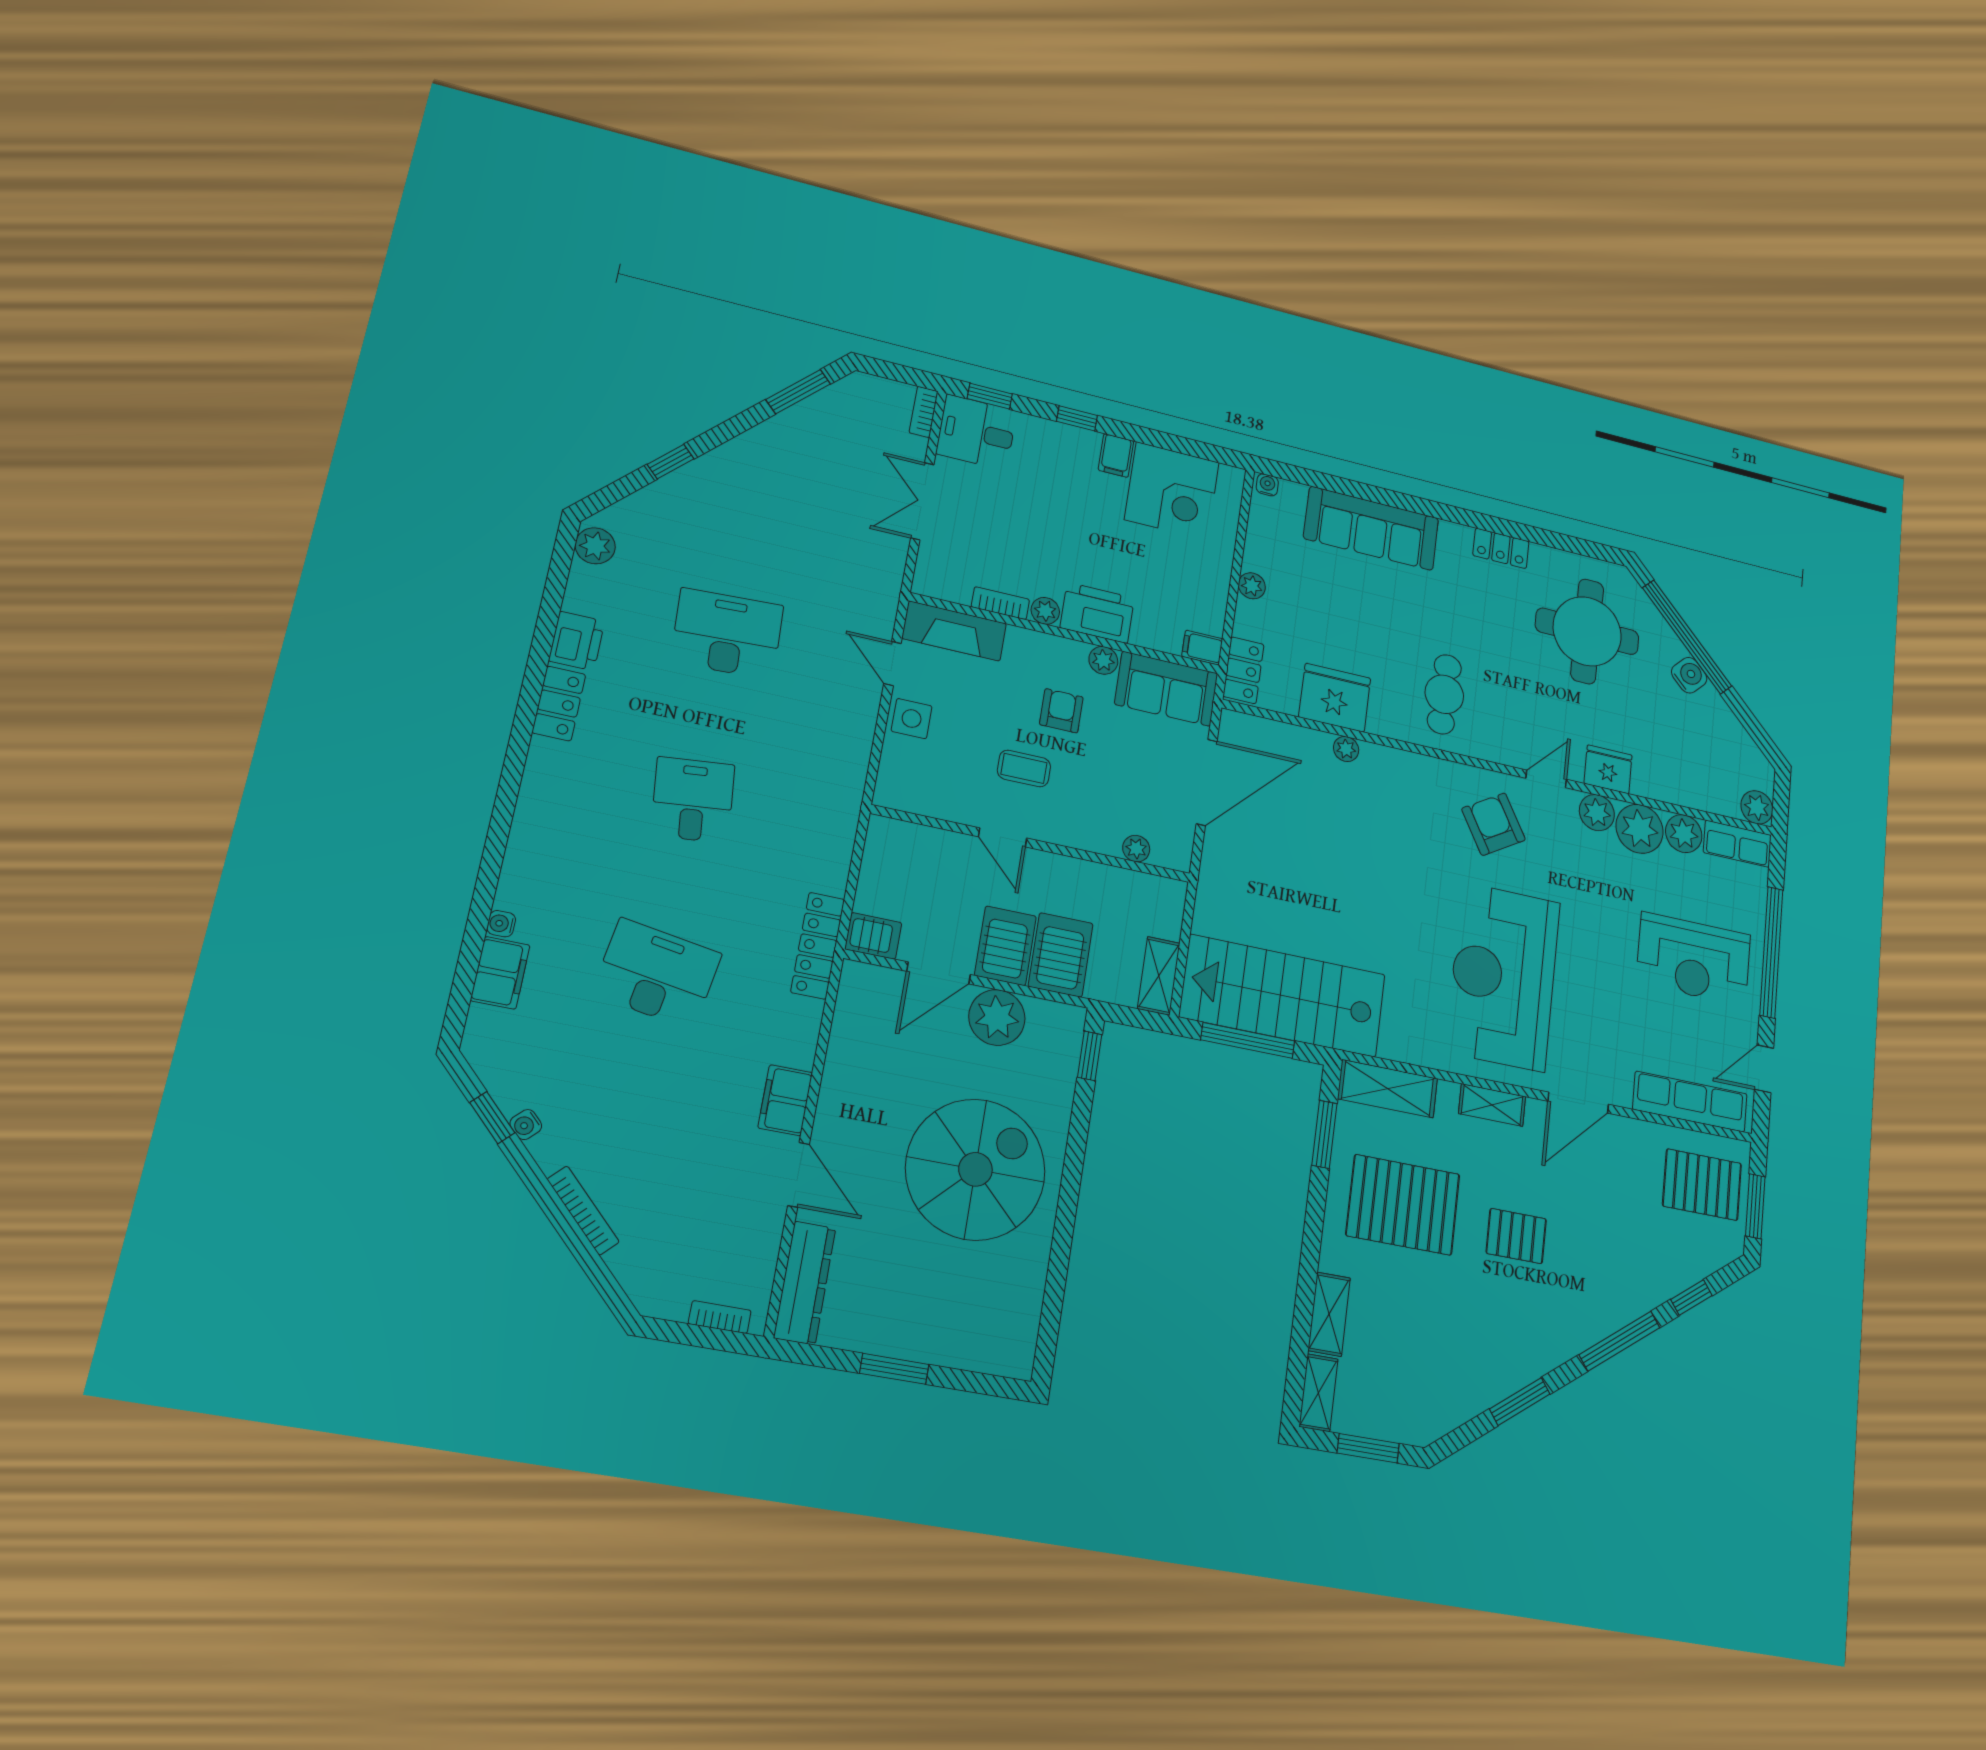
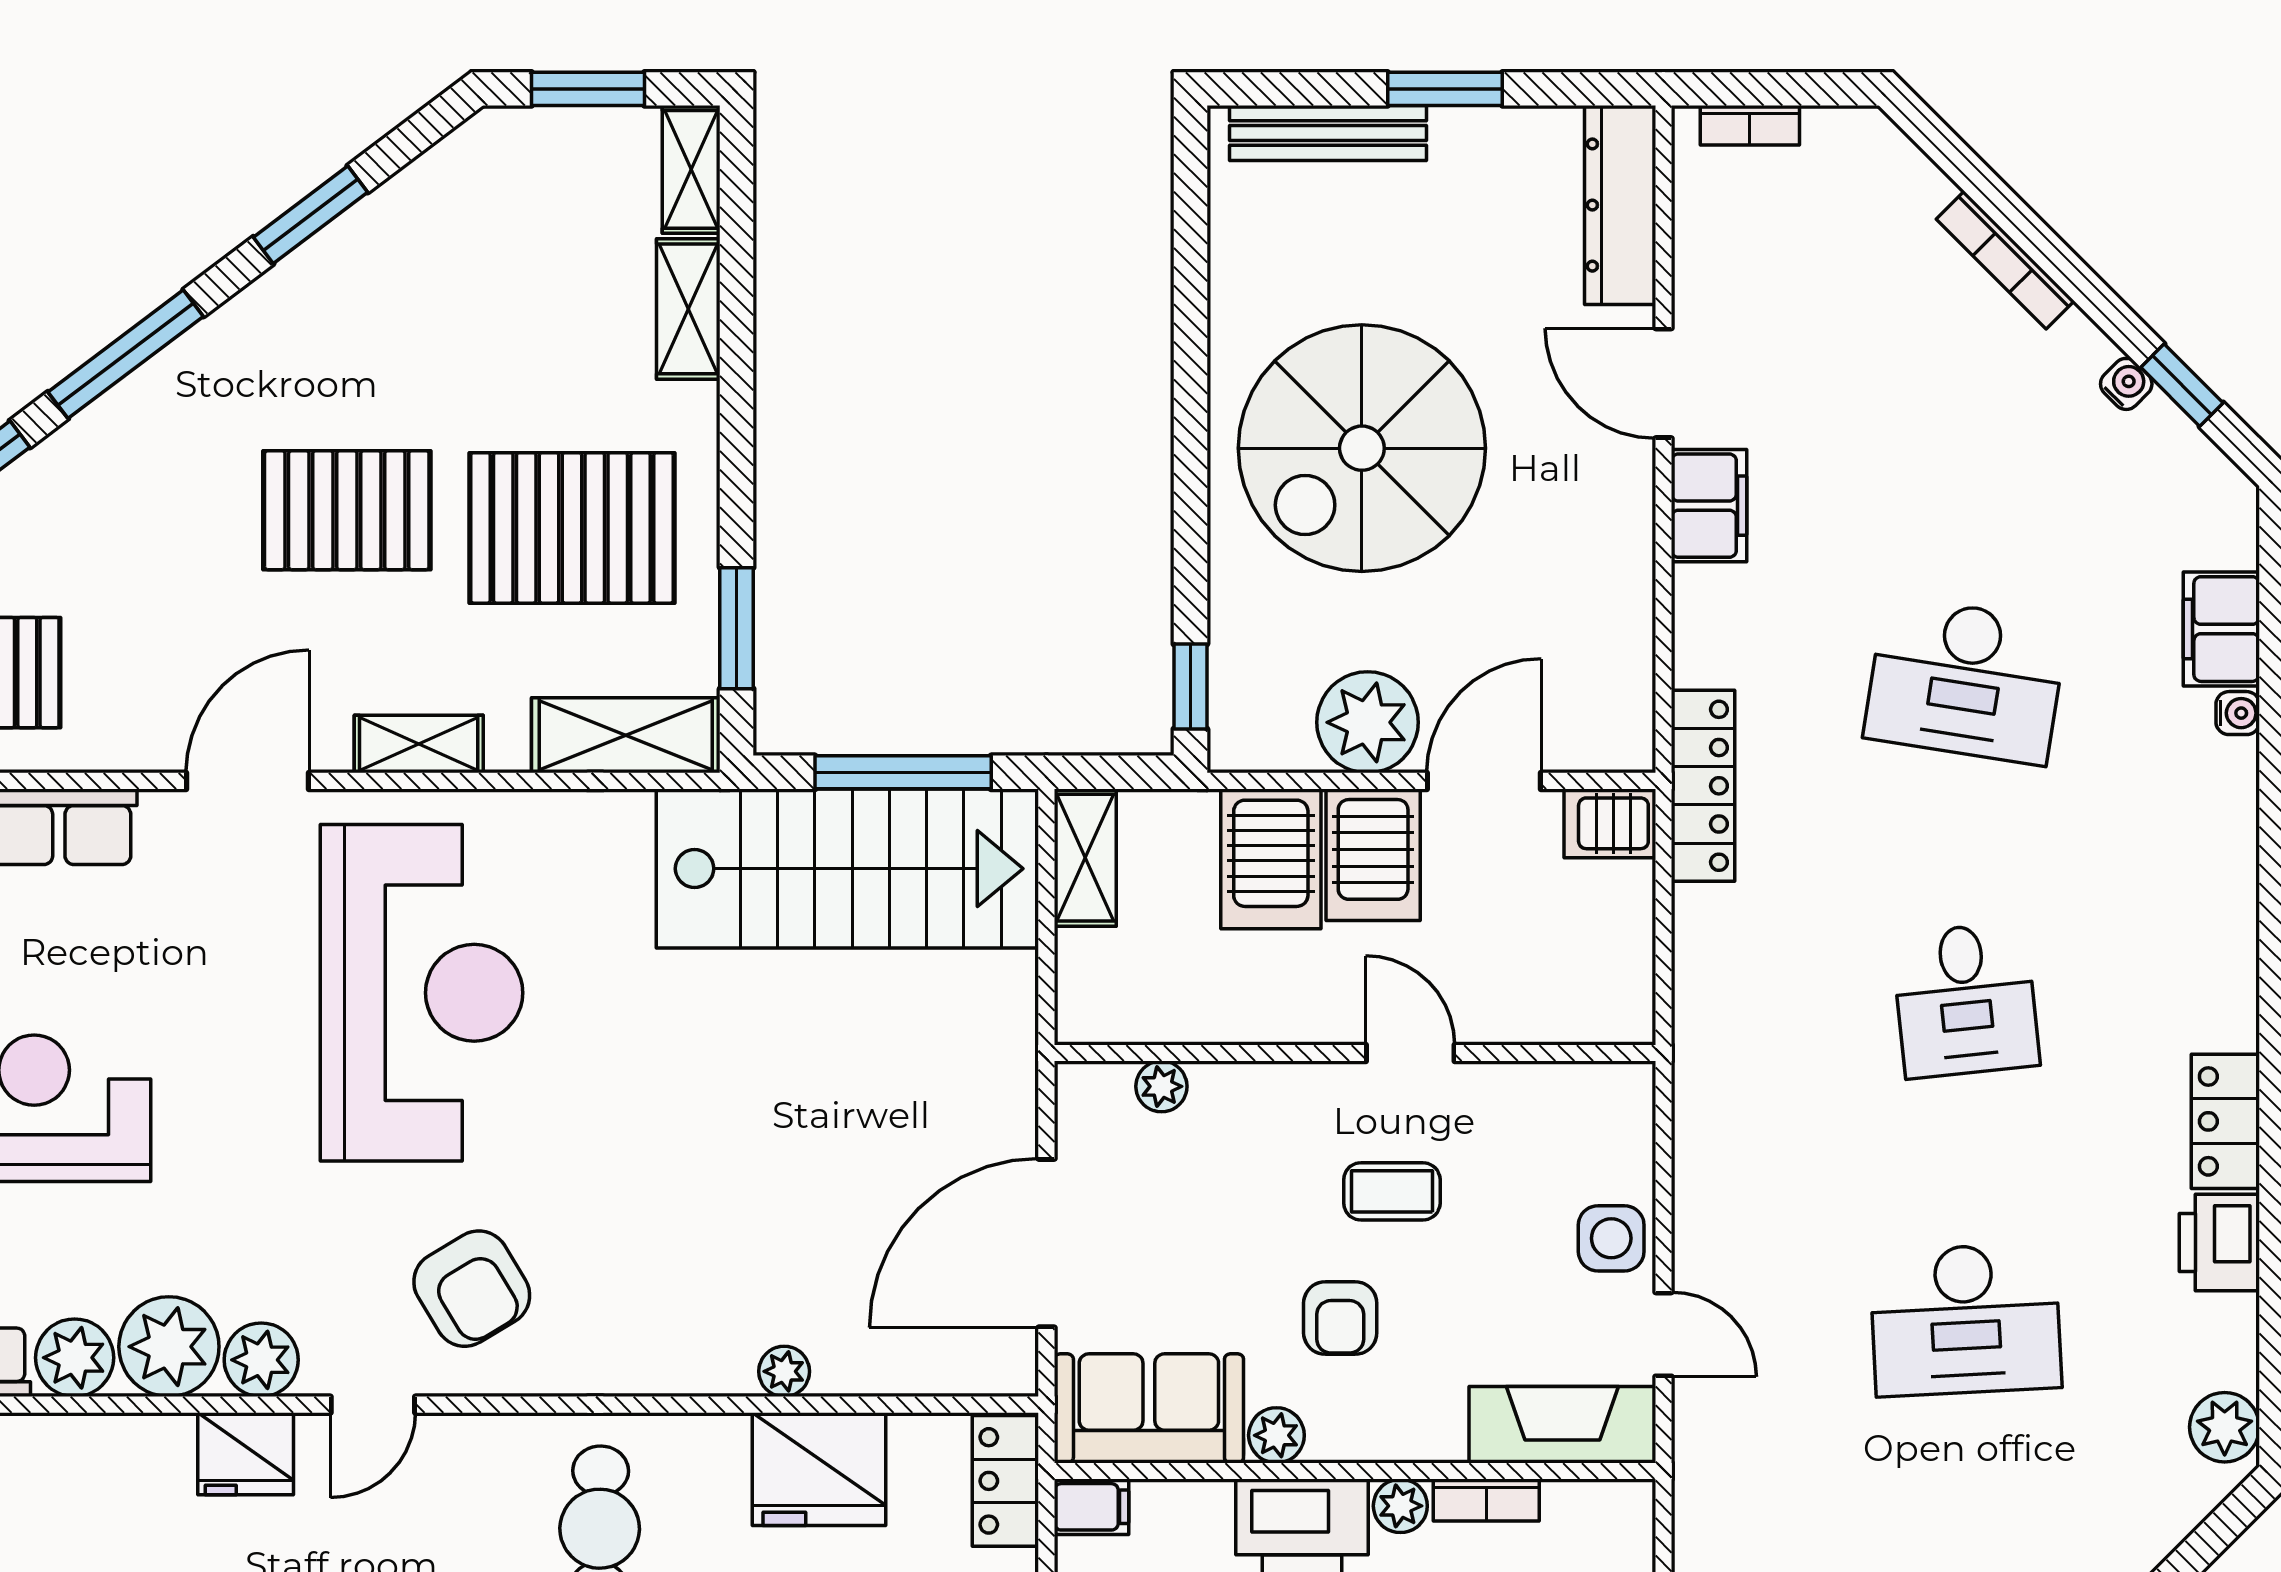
pallet: (1516, 1236) -> (347, 510), width x1.50, depth x1.42
bench: (965, 1354) -> (1328, 133), added

